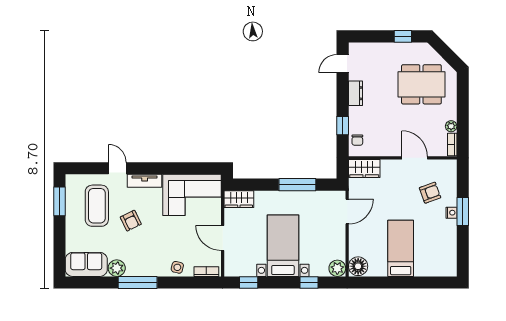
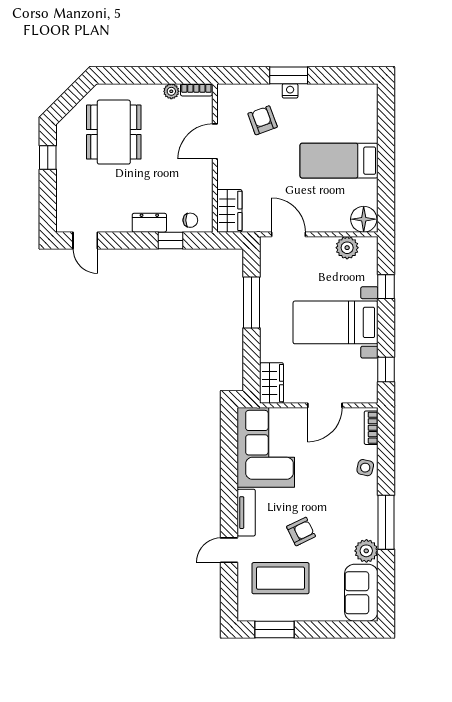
dresser: (355, 93) -> (149, 223), moved
plant: (337, 268) -> (347, 248), moved

